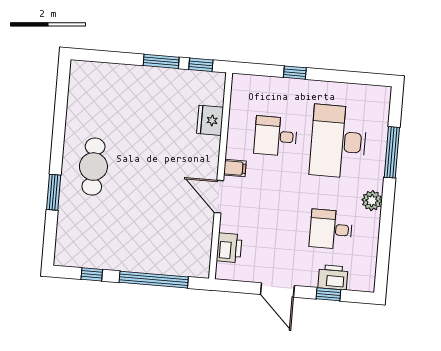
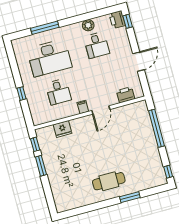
plant: (372, 201) -> (88, 25), moved
window: (92, 274) -> (168, 172), moved
printer: (333, 277) -> (117, 20), moved
window: (328, 294) -> (128, 21), moved

